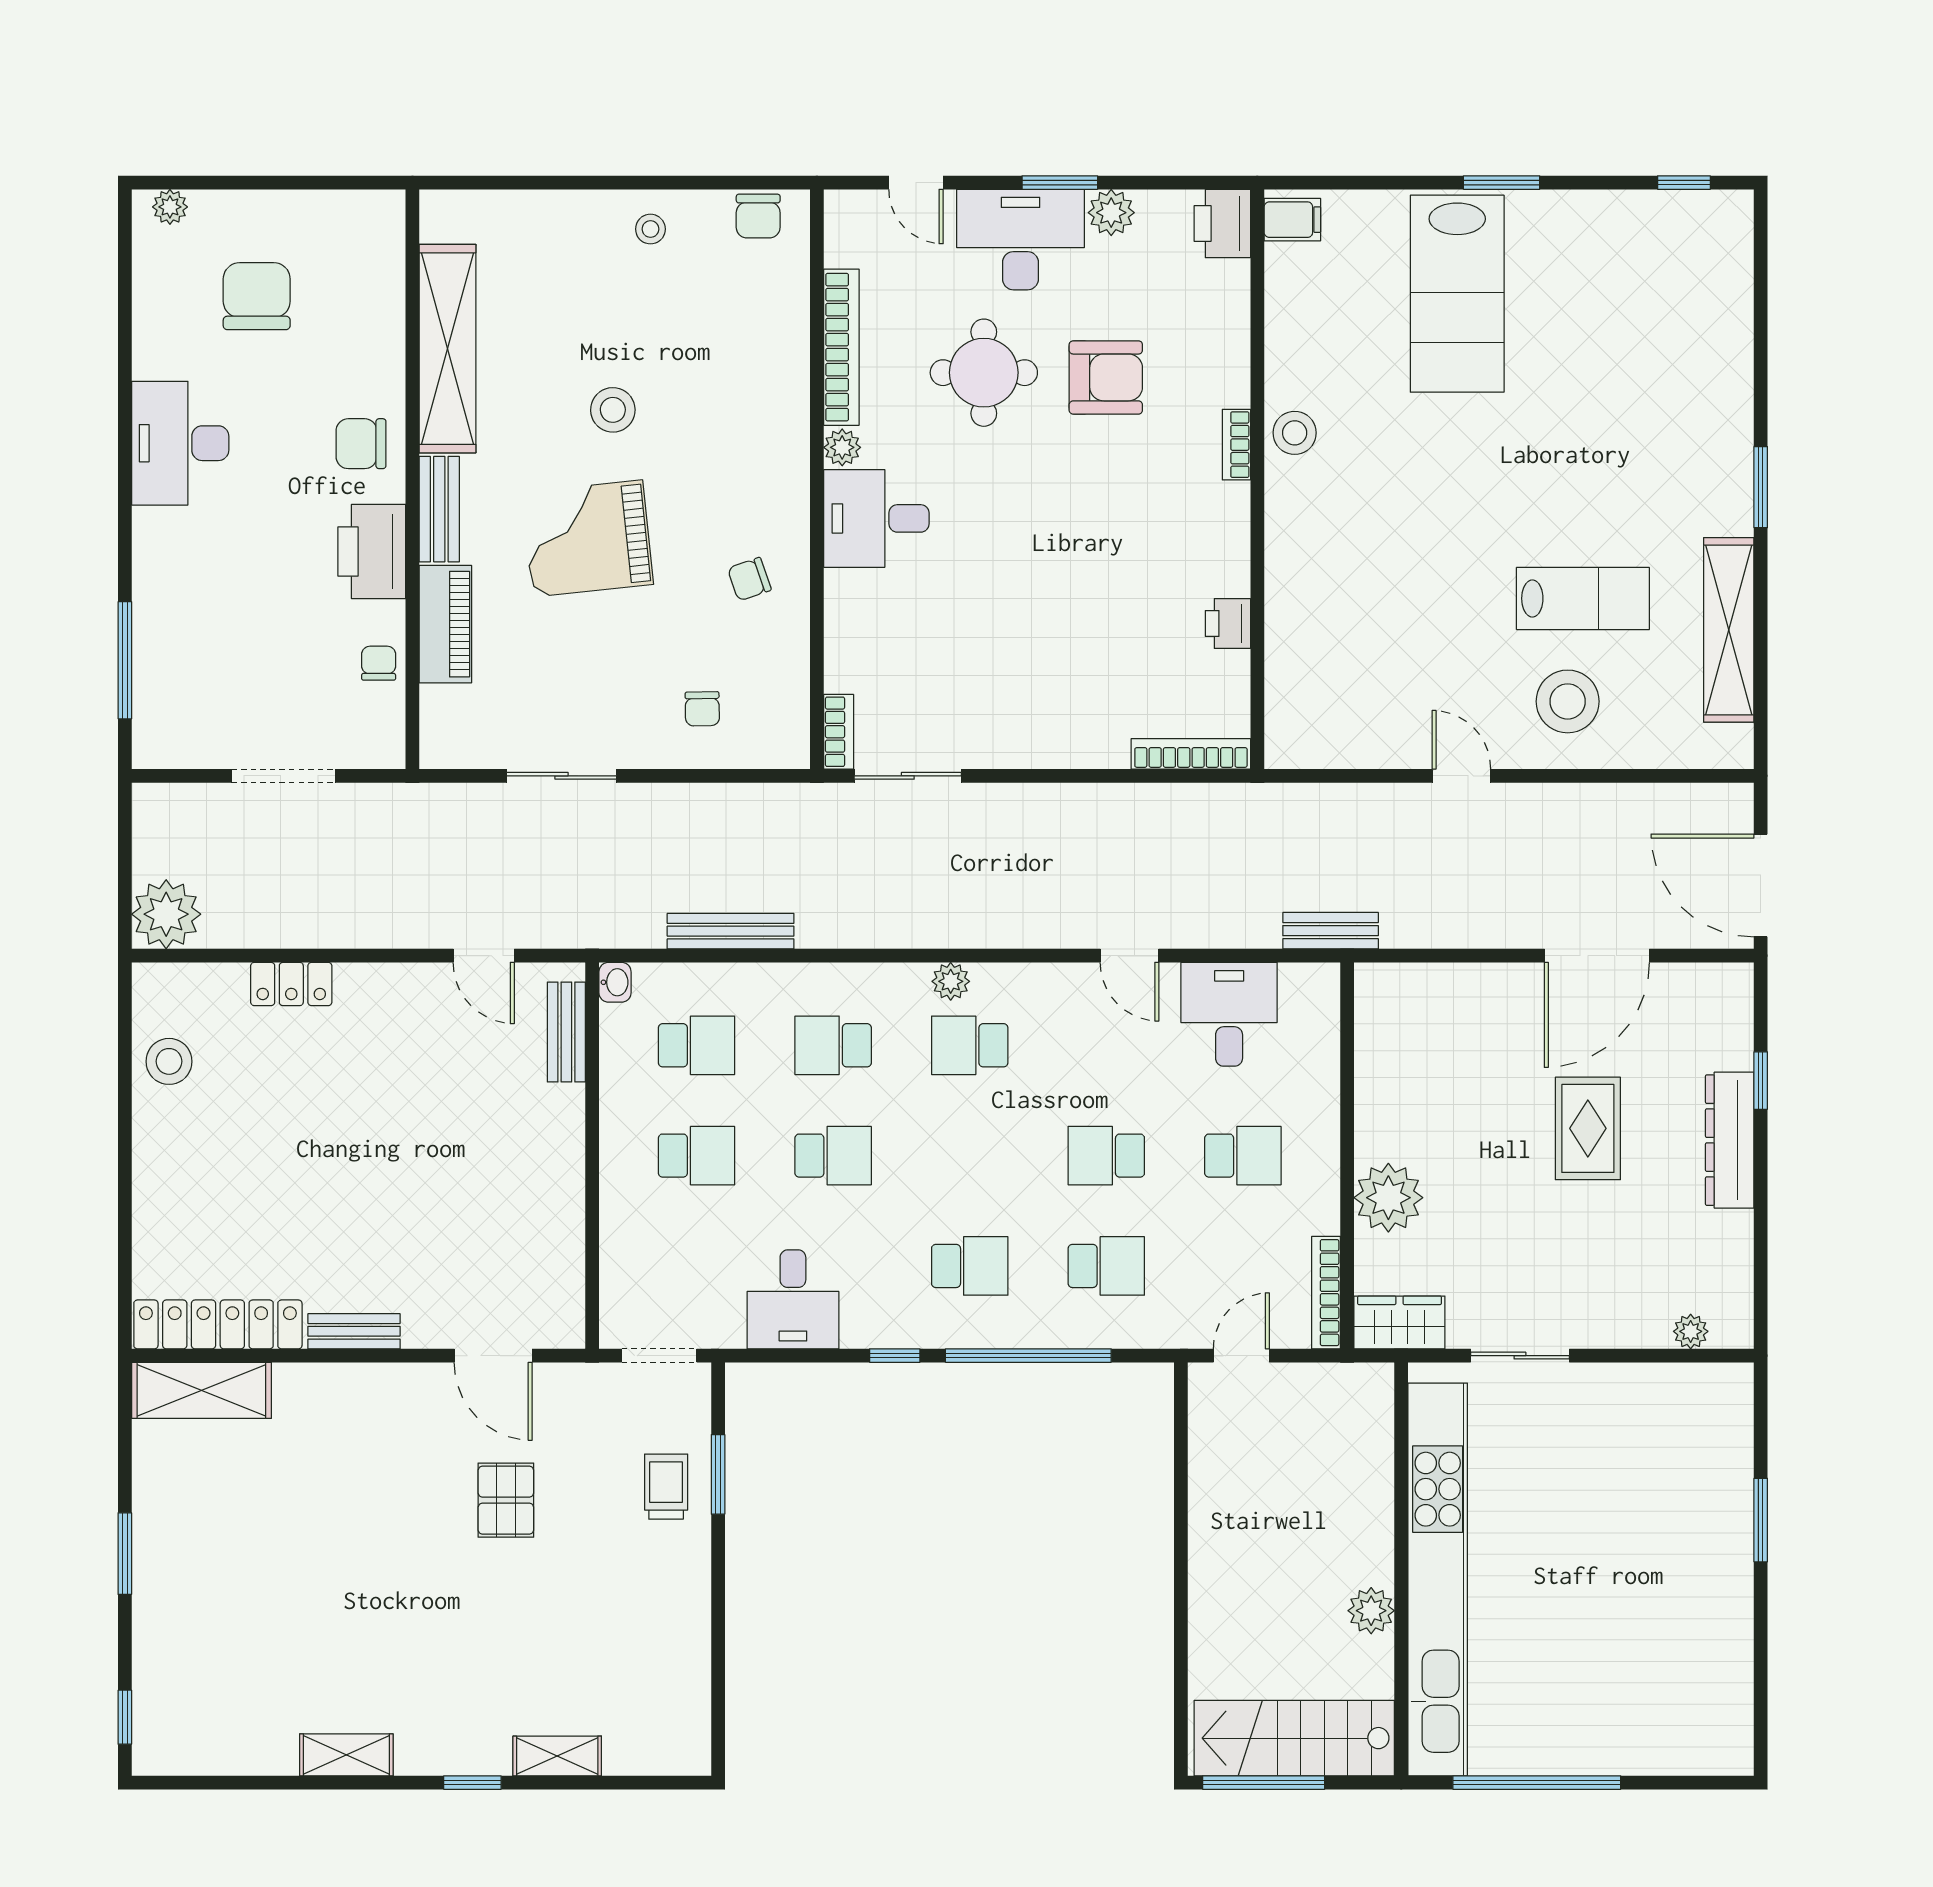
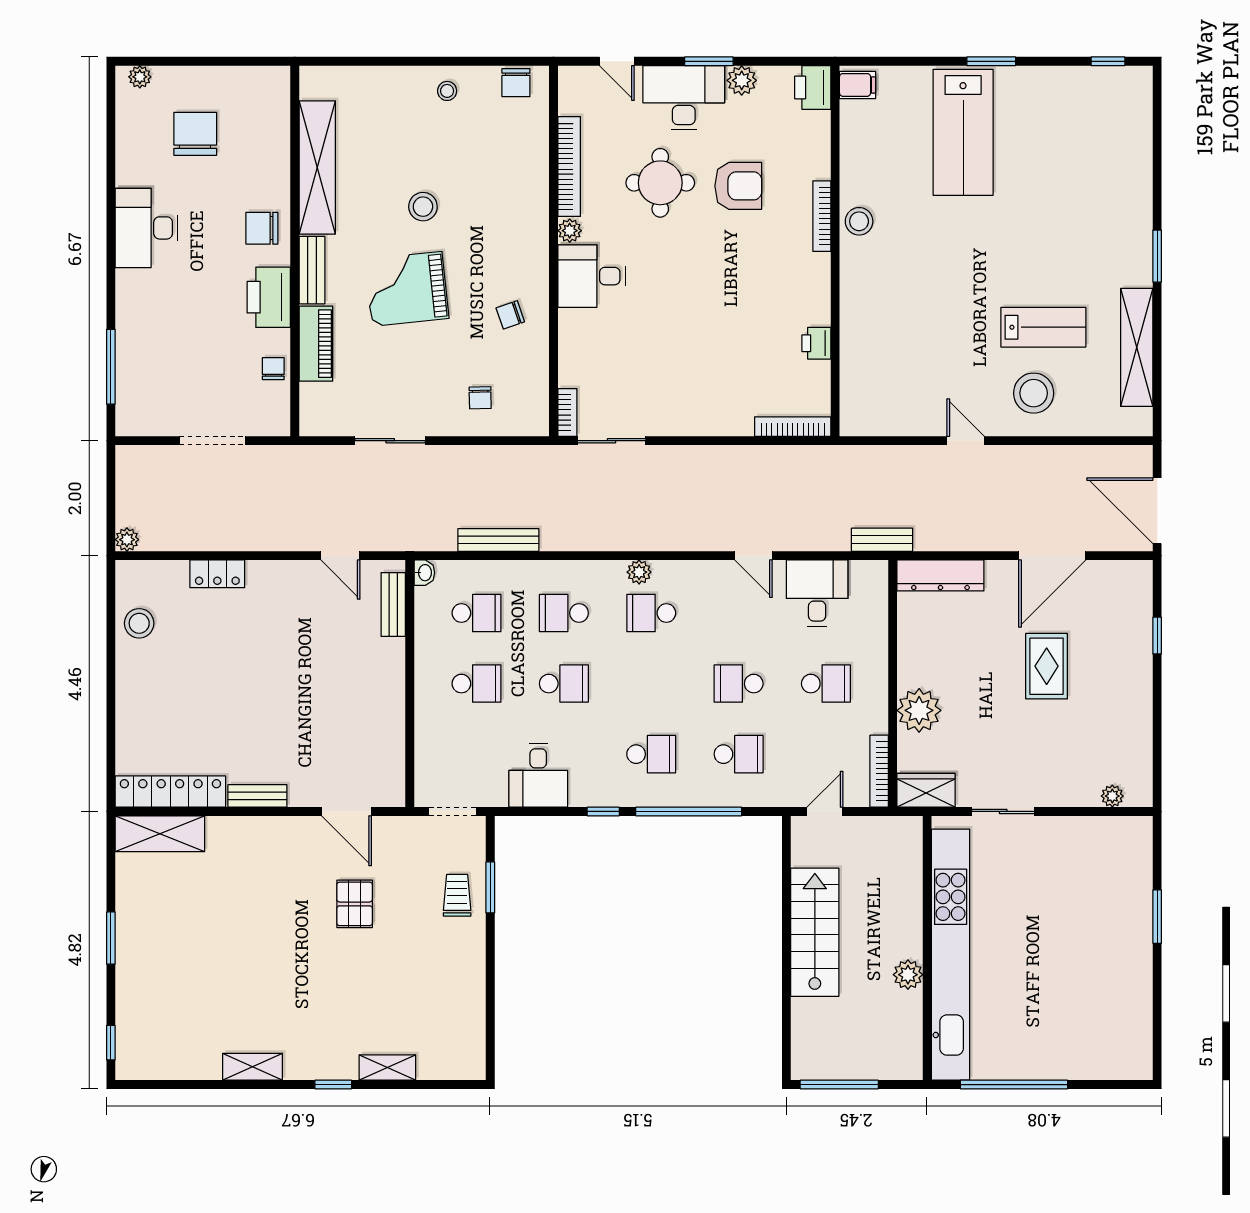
bookcase: (1236, 445) -> (822, 216), width x1.56
plant: (166, 914) -> (127, 540), width x0.53, depth x0.53
dresser: (1730, 1140) -> (940, 575), moved, turned -90
stairs: (1294, 1738) -> (815, 932), moved, turned 90

